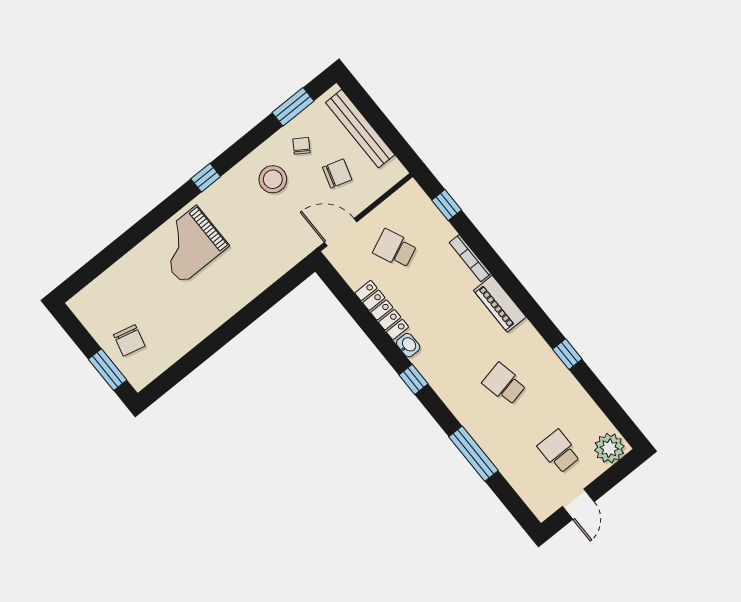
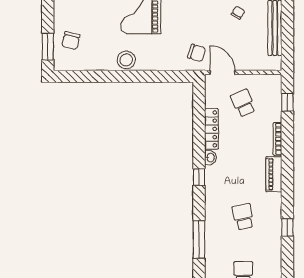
chair: (337, 173) -> (197, 53), moved
stool: (273, 179) -> (126, 60), moved

